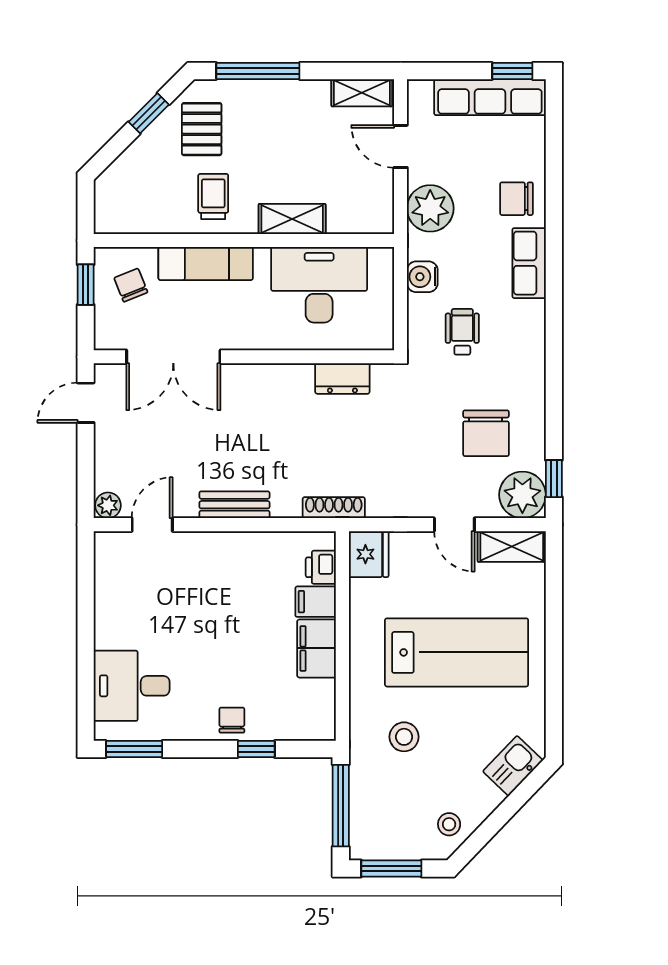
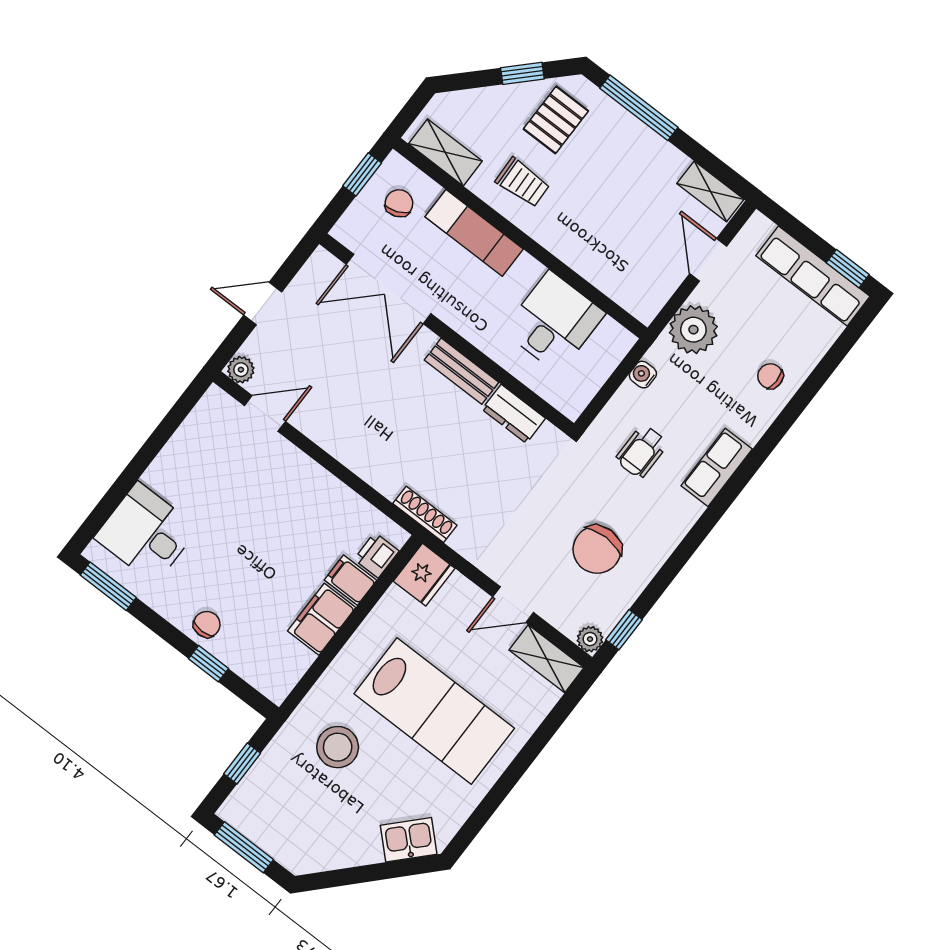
trolley: (213, 197) -> (523, 183), turned 88
chair: (516, 199) -> (770, 376), width x0.73, depth x0.73
shelving: (292, 219) -> (445, 152), moved
row of seats: (529, 263) -> (717, 467), moved
water cooler: (422, 277) -> (643, 375), width x0.72, depth x0.72
desk: (319, 285) -> (554, 322), width x0.73
wheelchair: (462, 332) -> (642, 451), turned 180
door: (86, 403) -> (263, 303), moved
plant: (522, 495) -> (590, 639), width x0.53, depth x0.53
bench: (234, 505) -> (462, 371), moved
door: (454, 525) -> (513, 605), hinge flipped
stool: (404, 737) -> (338, 747), width x1.38, depth x1.38
window: (341, 806) -> (242, 764), width x0.46
stool: (449, 824) -> (319, 847), removed

